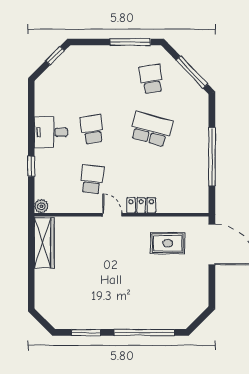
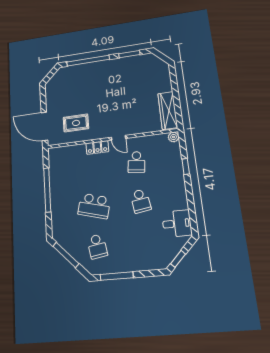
desk: (51, 132) -> (177, 224), moved

